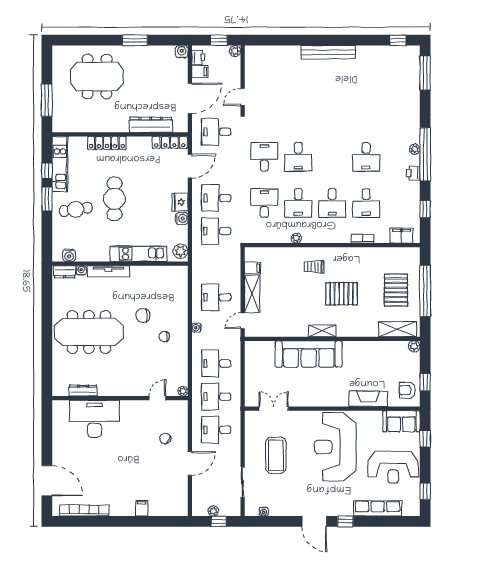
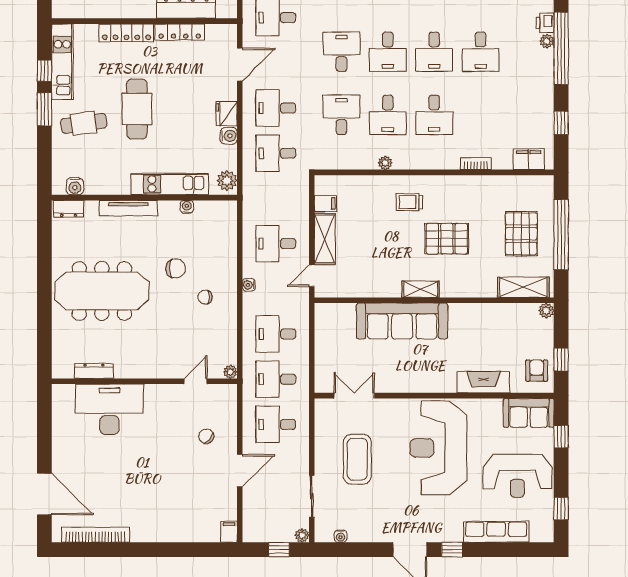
locker: (170, 142) -> (180, 32), moved
printer: (413, 173) -> (545, 23), moved
desk: (366, 203) -> (434, 52), moved
water cooler: (81, 270) -> (187, 207), moved
chair: (143, 316) -> (176, 268), turned 180
armchair: (407, 390) -> (537, 371), turned 90
filing cabinet: (142, 508) -> (229, 532), moved
plant: (213, 511) -> (302, 535), moved

